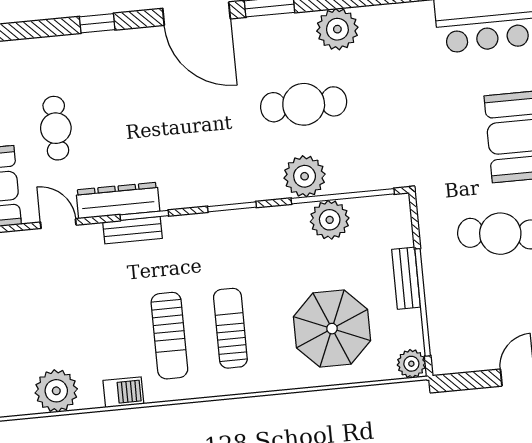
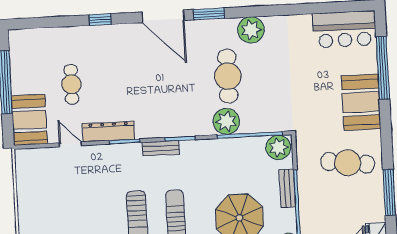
cafe table: (304, 104) -> (228, 76), turned 90
plant: (330, 220) -> (278, 147), moved
bench: (133, 230) -> (161, 148), moved

